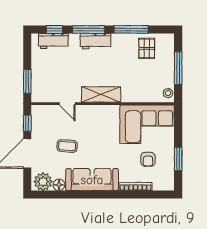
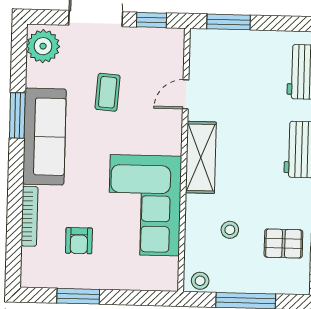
stool: (140, 78) -> (230, 230), added
corner sofa: (147, 124) -> (145, 205), moved
armchair: (148, 159) -> (79, 241), turned -90
floor lamp: (59, 185) -> (36, 75), removed
window: (81, 195) -> (17, 115), added

